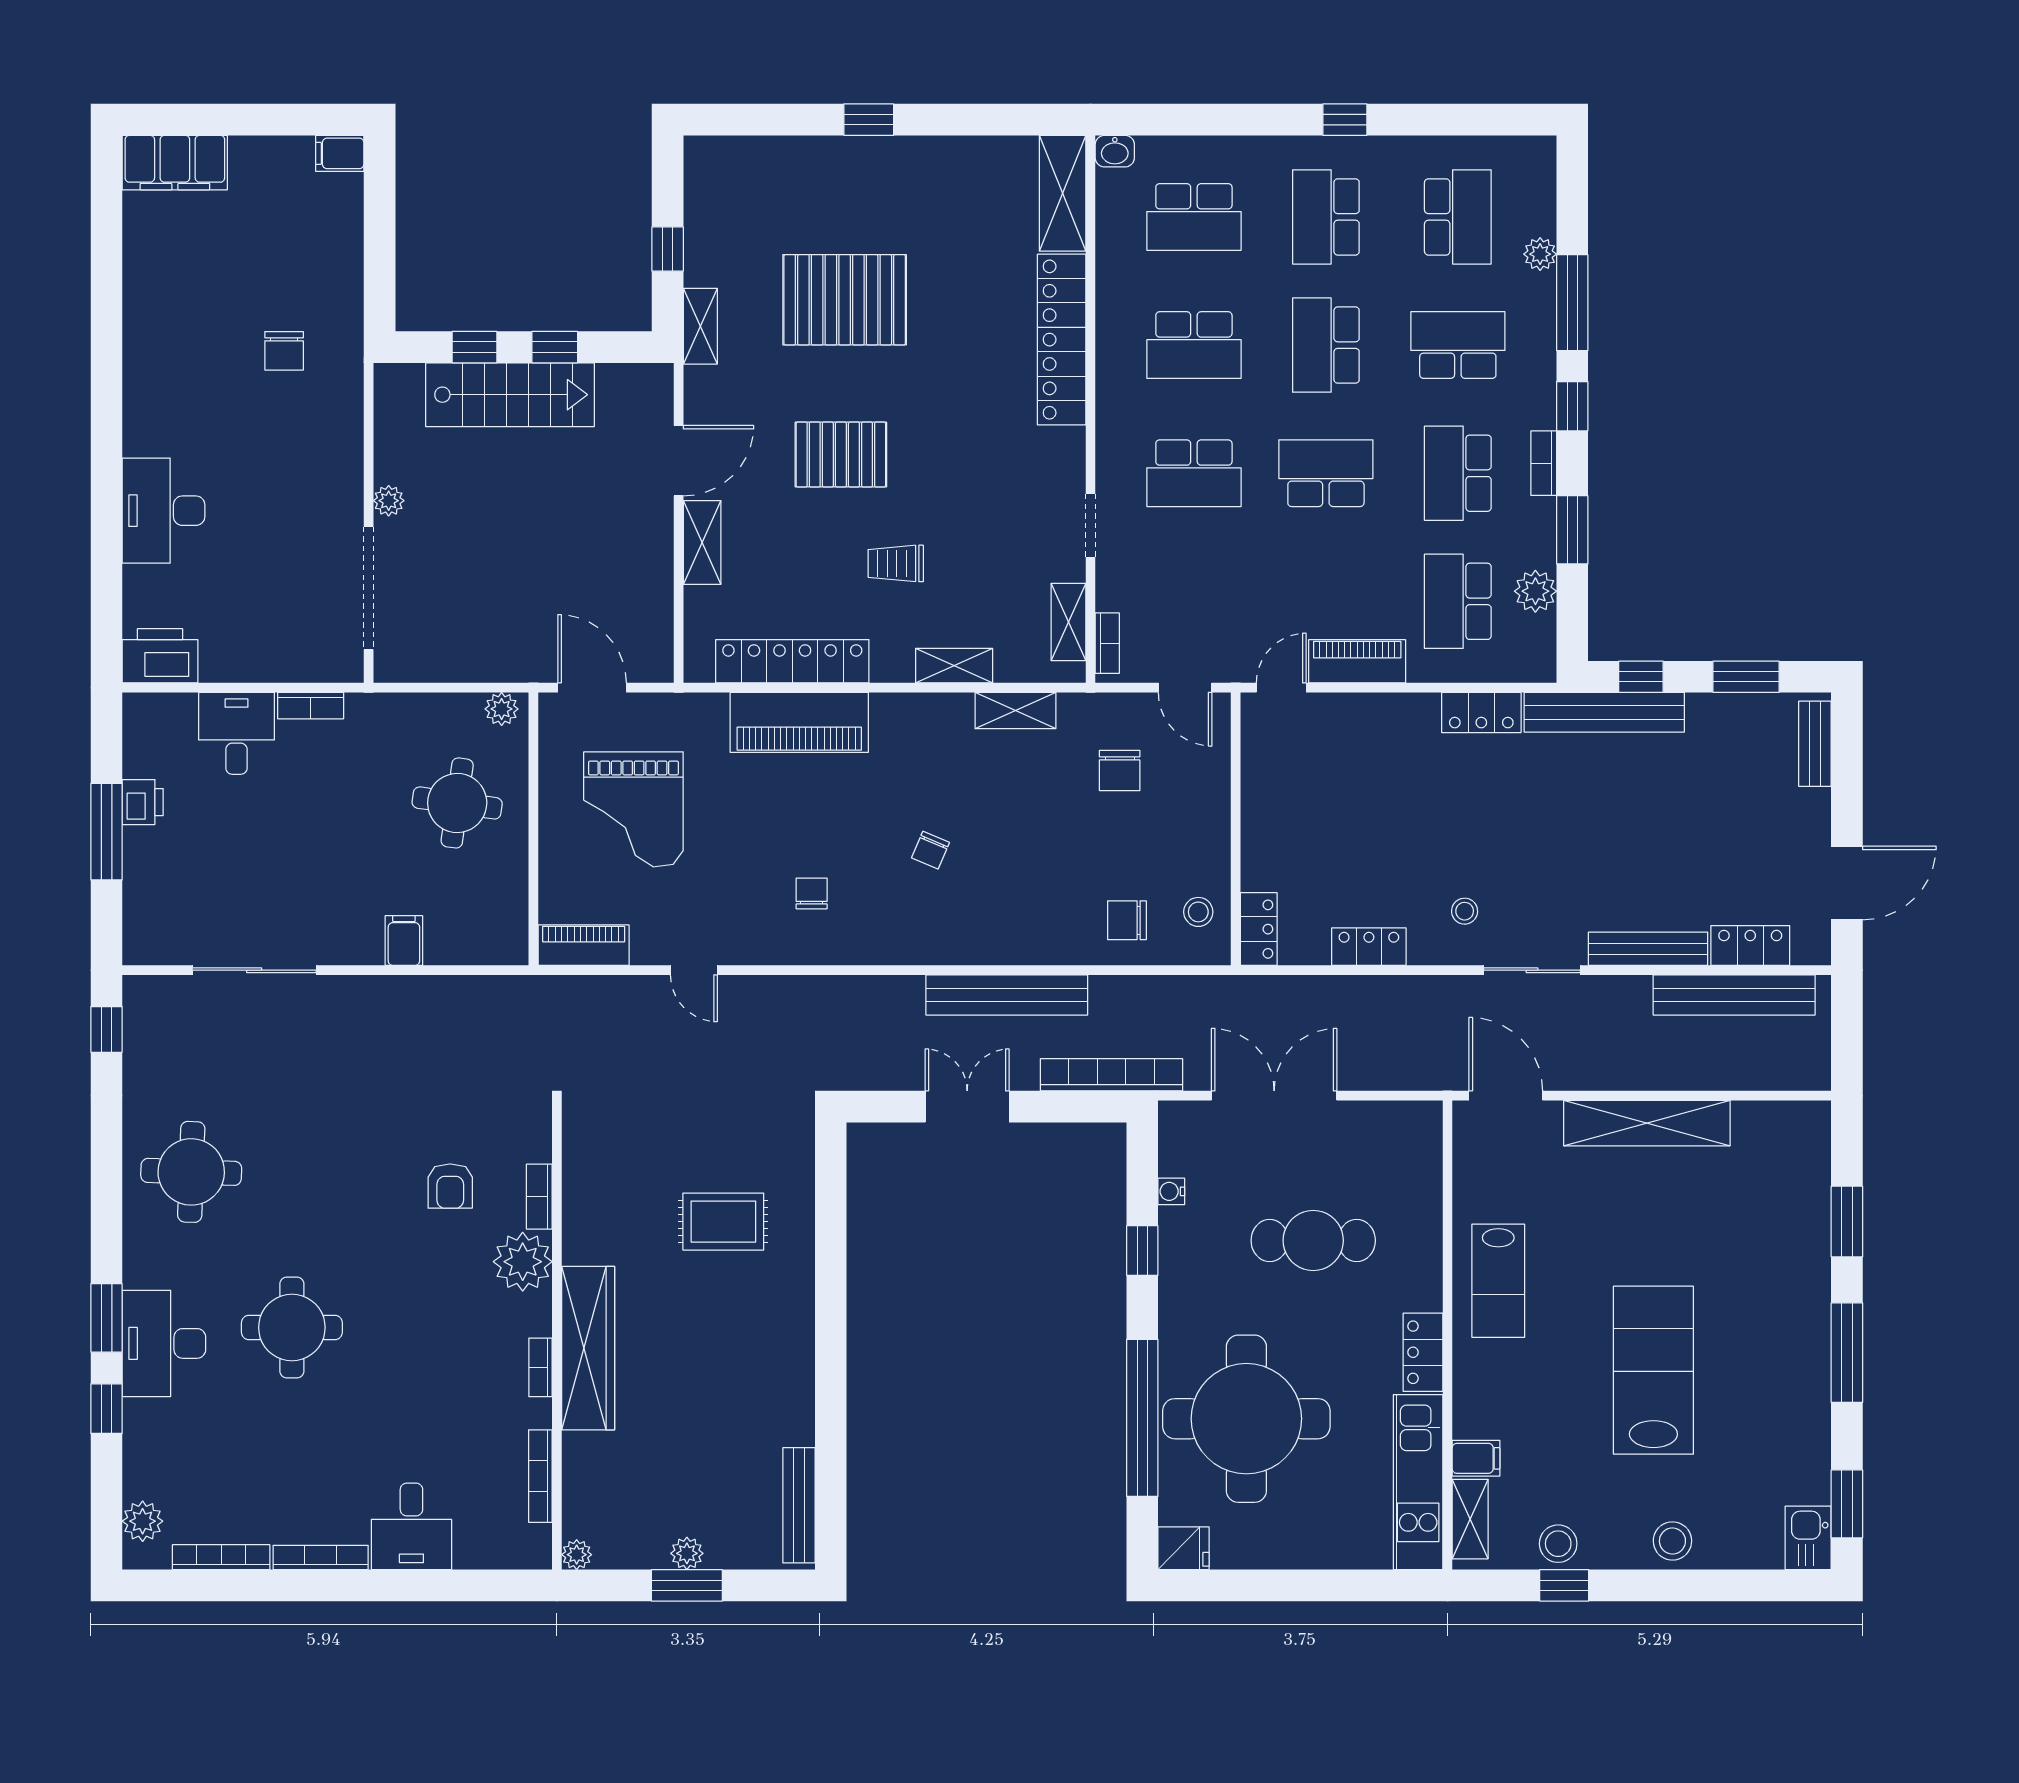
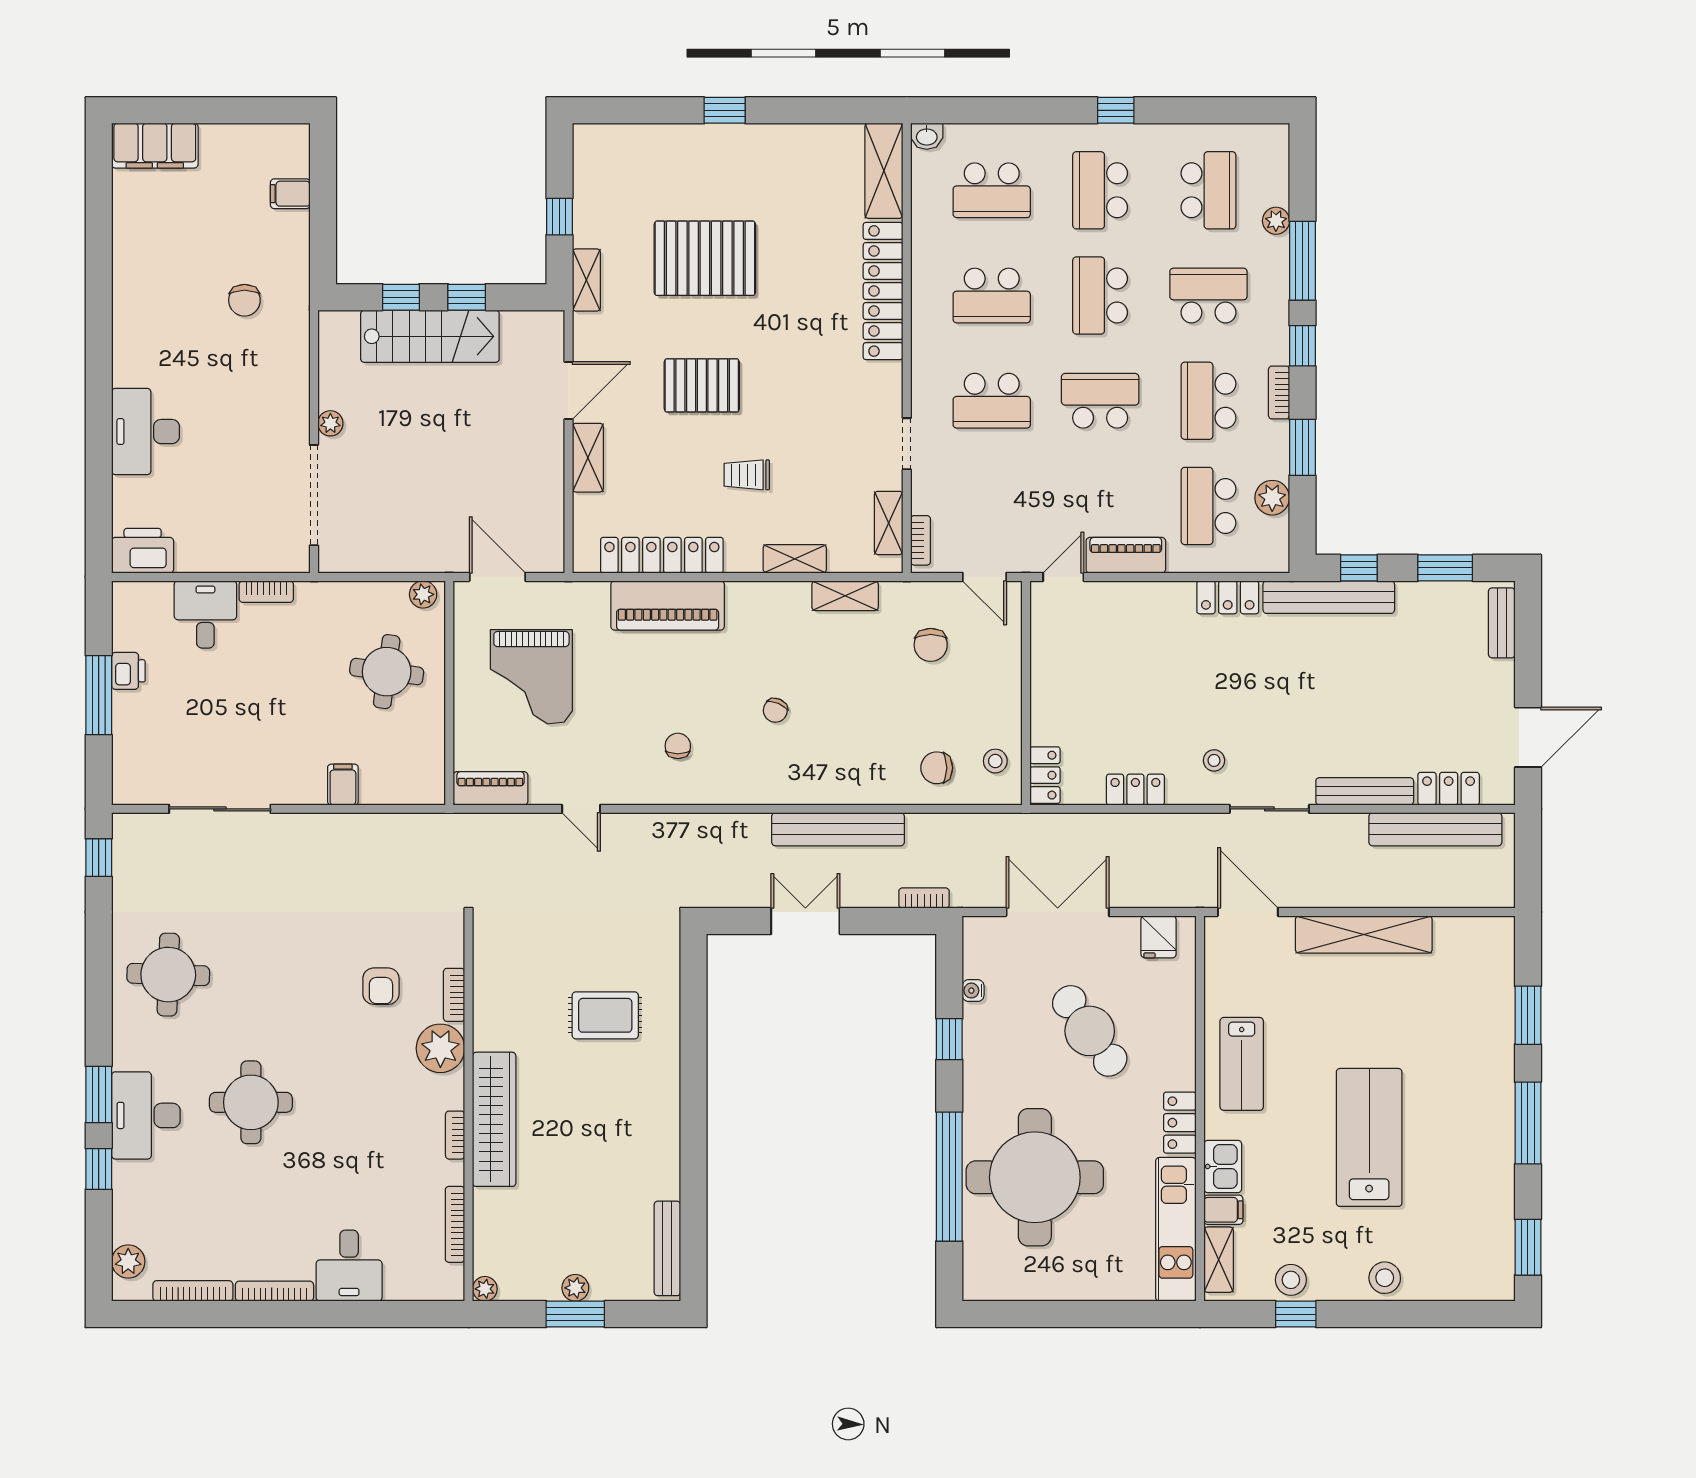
filing cabinet: (340, 153) -> (290, 194), moved
bookcase: (1111, 1075) -> (924, 898), width x0.43, depth x0.76
cafe table: (1313, 1241) -> (1090, 1031), turned 55
kitchen sink: (1808, 1538) -> (1223, 1166), moved, turned 180
fridge: (1184, 1548) -> (1159, 937), moved, turned 90

